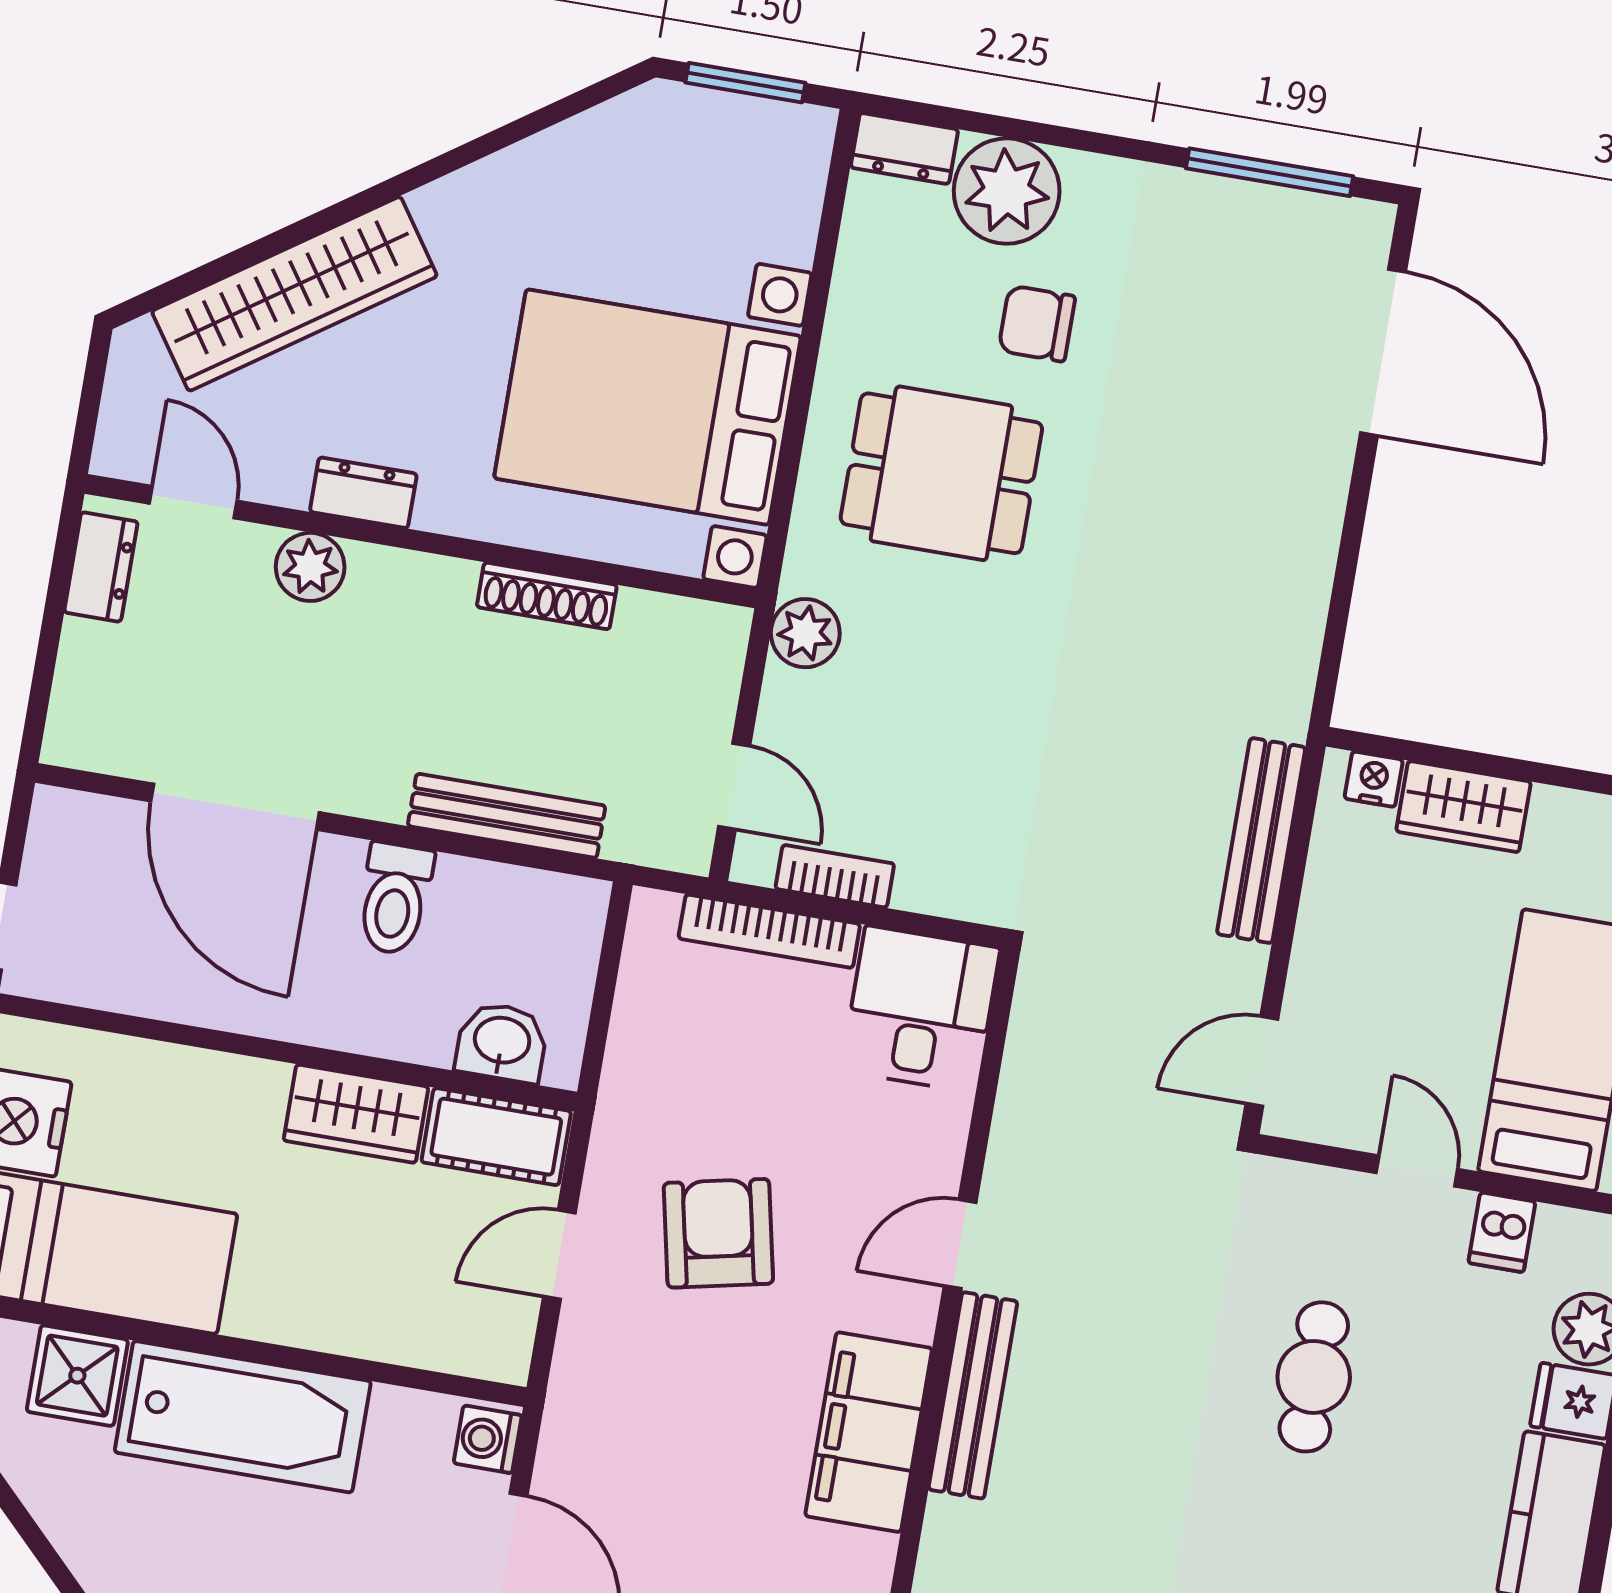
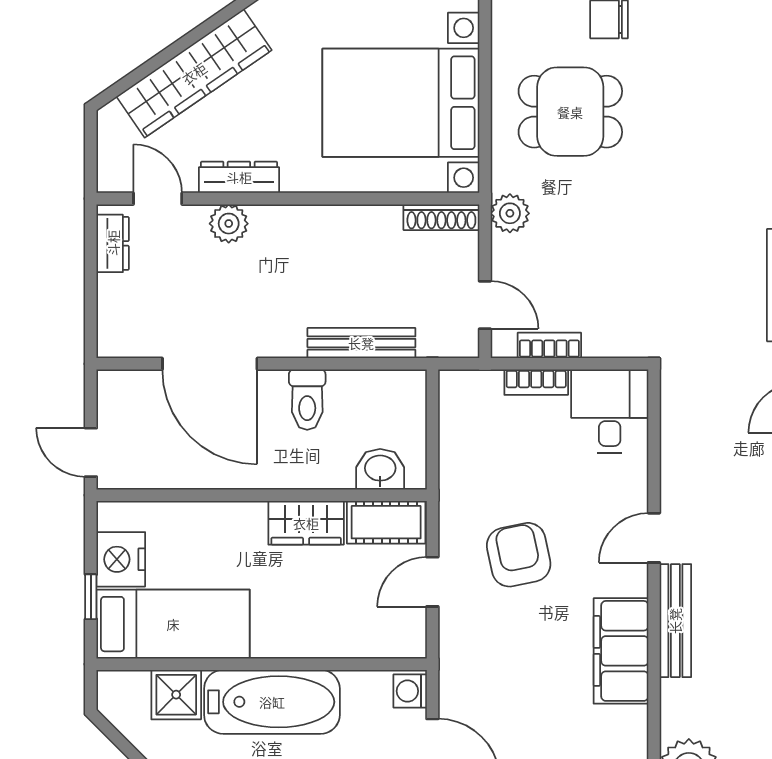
dresser: (363, 493) -> (239, 177), width x1.44
shoe rack: (547, 596) -> (441, 217), moved
bookcase: (769, 931) -> (536, 382), width x0.64

